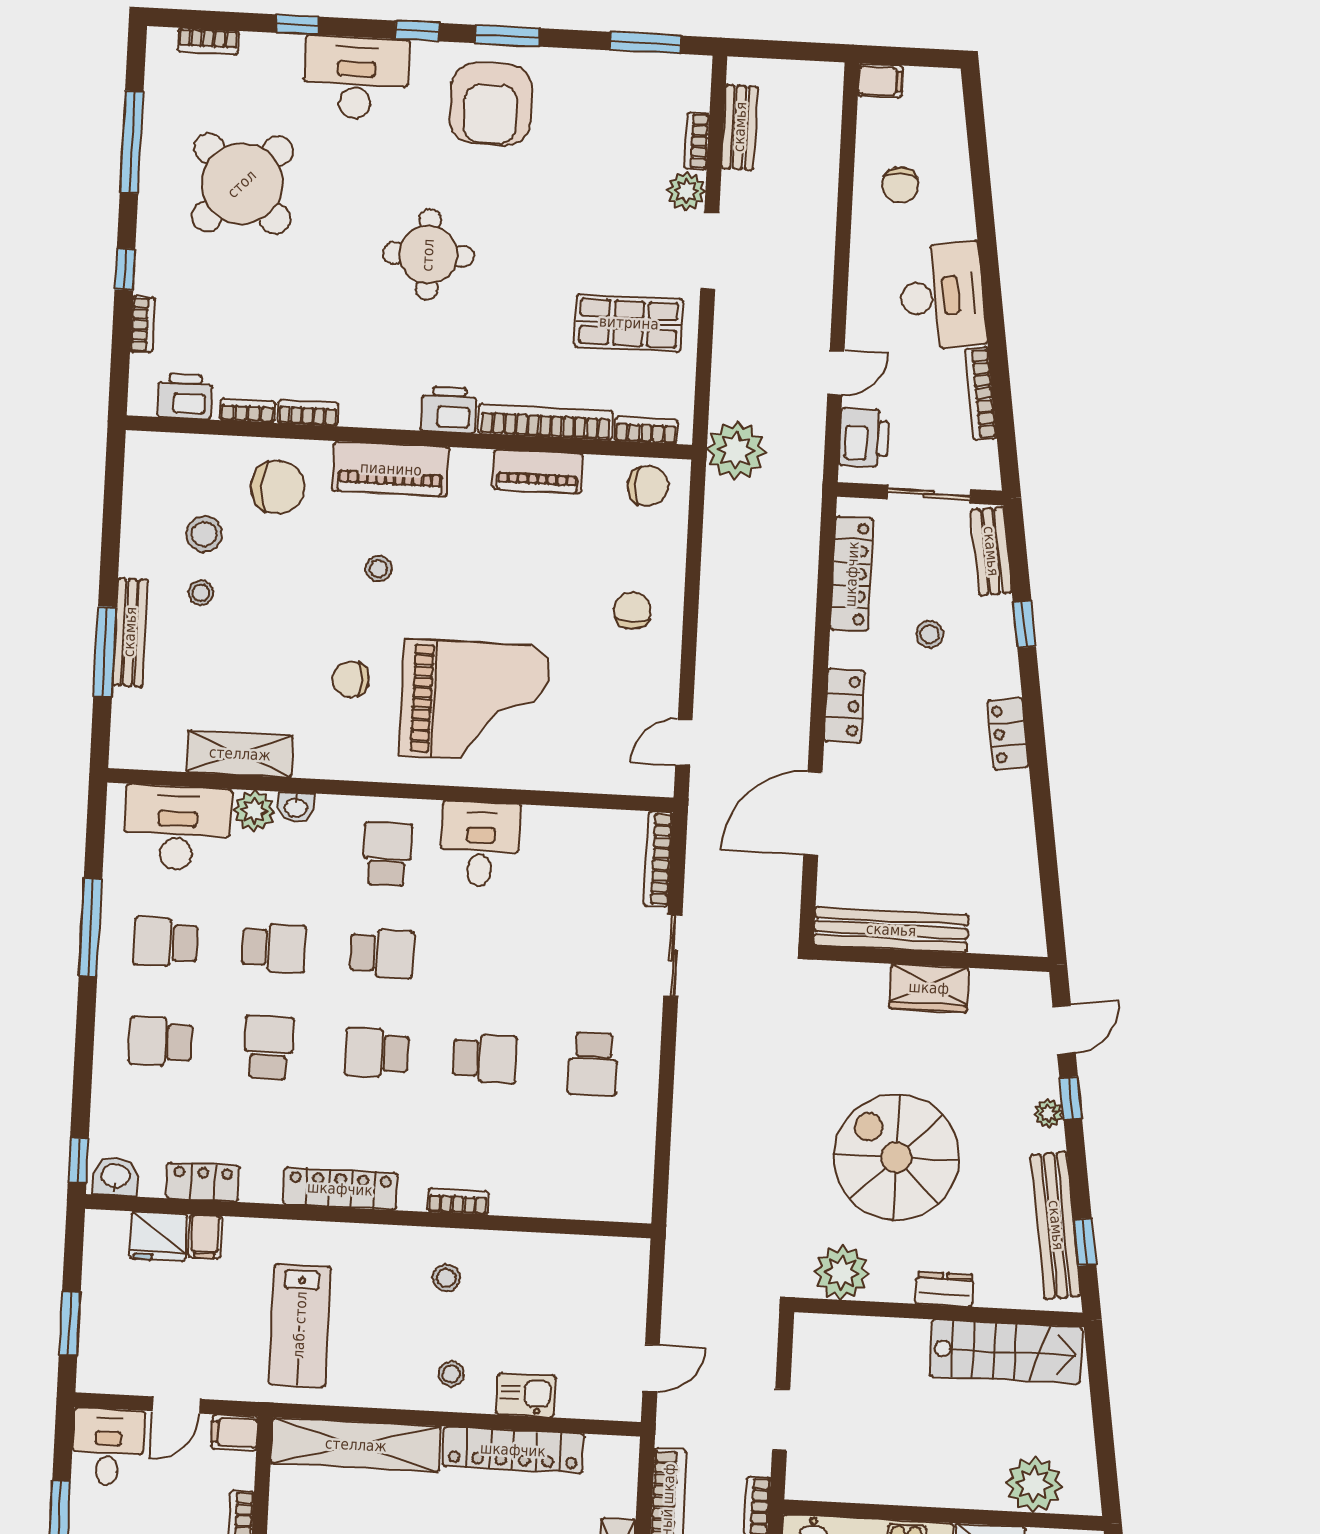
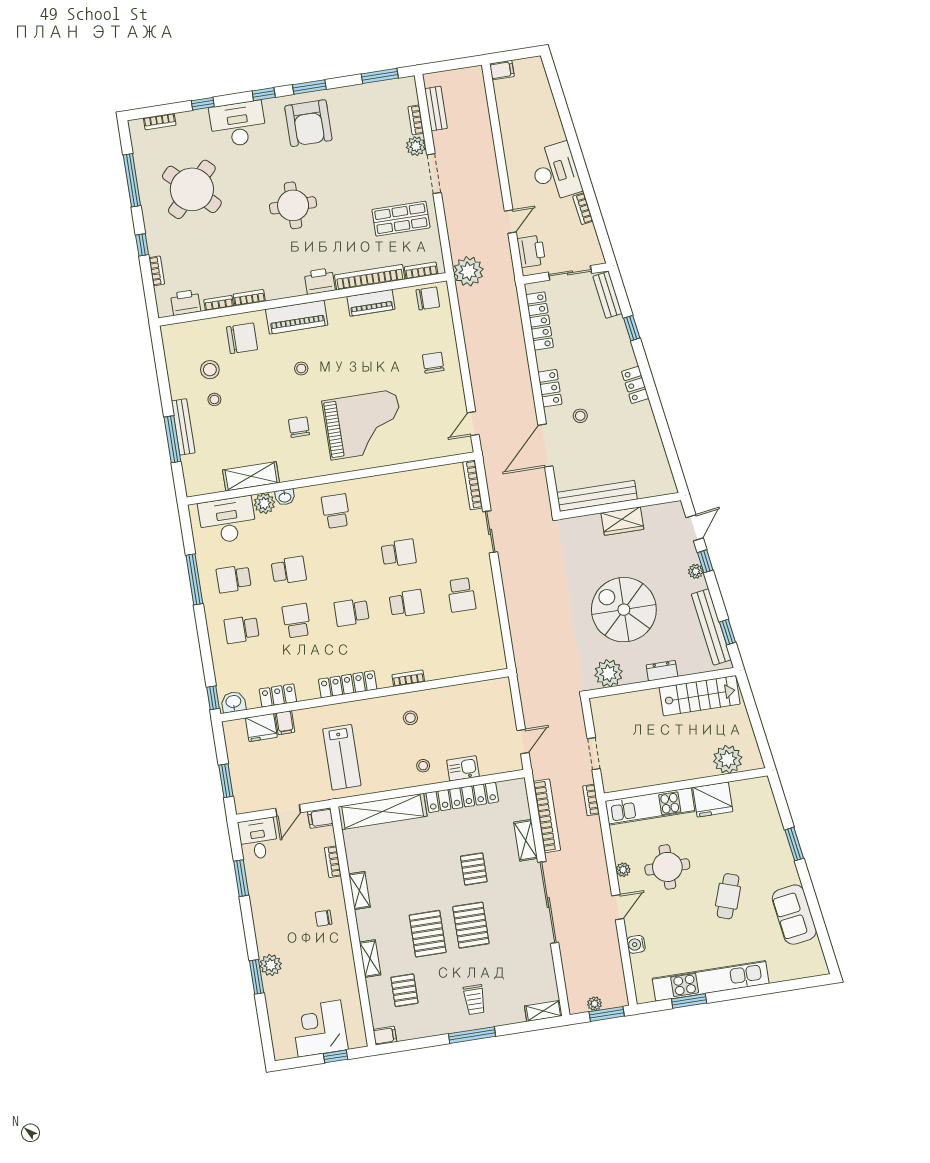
chair: (900, 185) -> (523, 120), removed
bookcase: (981, 394) -> (583, 209), width x0.64
stool: (930, 634) -> (580, 416), moved
chair: (351, 679) -> (299, 427), turned 90
desk: (480, 844) -> (382, 496), removed
school desk: (382, 953) -> (399, 553), moved

